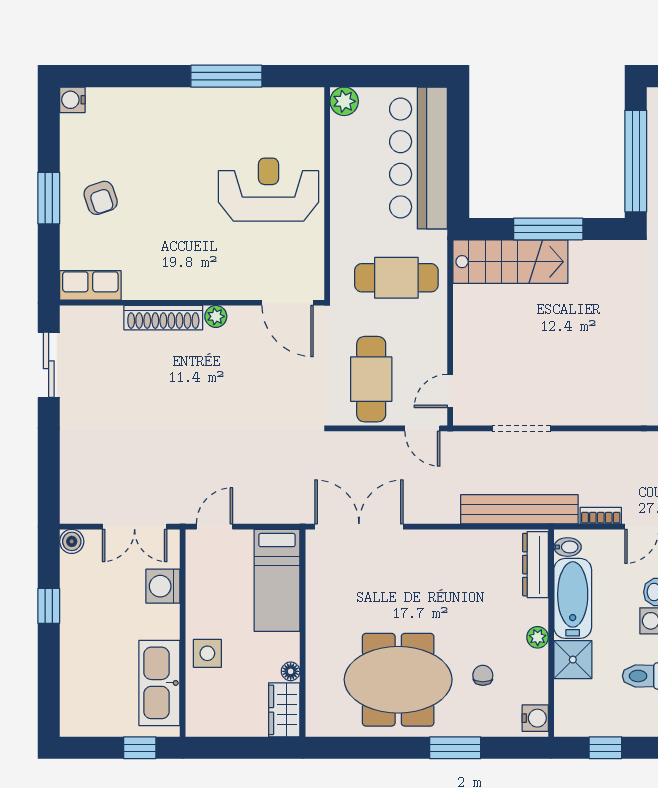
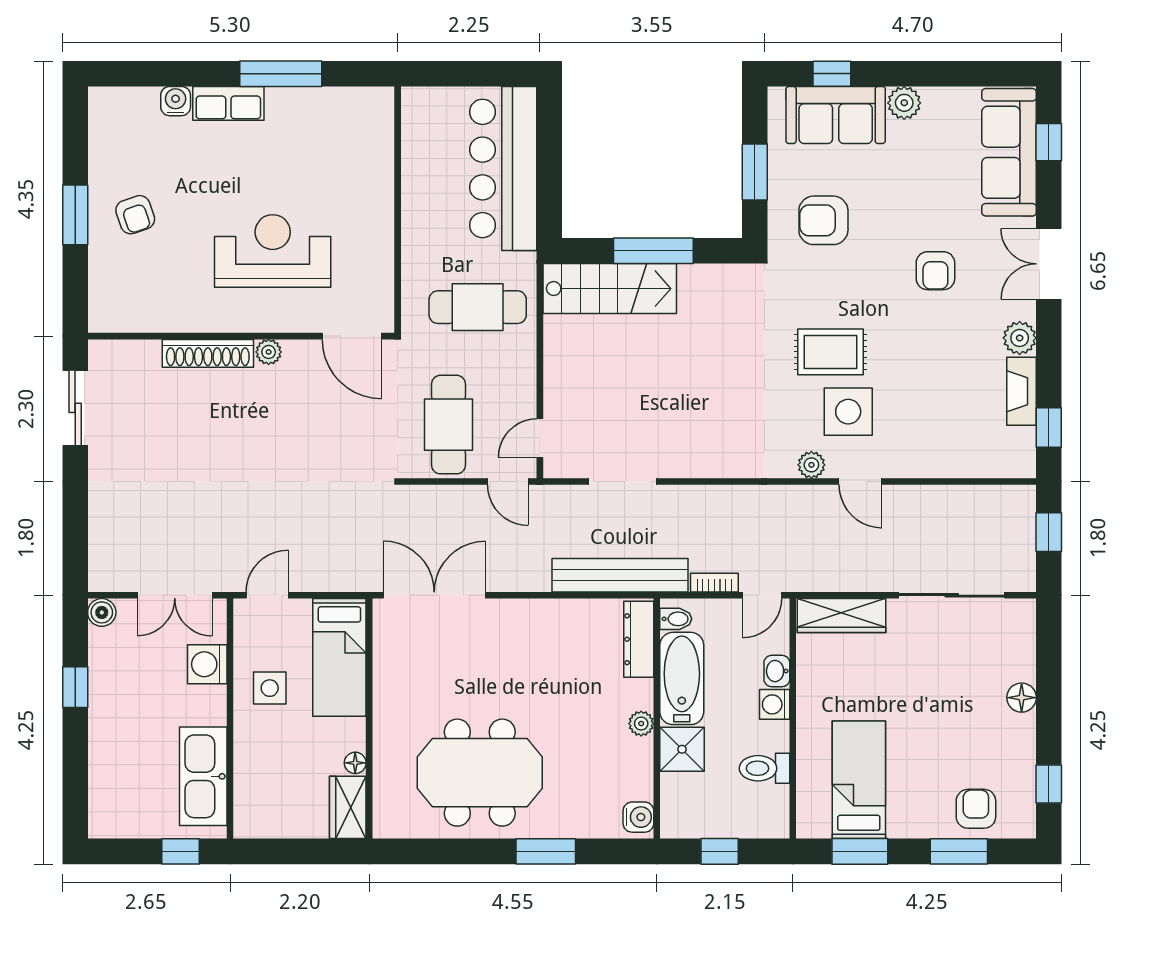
water cooler: (72, 100) -> (176, 101), moved, turned 90
plant: (344, 101) -> (417, 103), removed
window: (636, 161) -> (755, 172), width x0.47
reception desk: (269, 190) -> (273, 251), moved
row of seats: (90, 285) -> (228, 103), moved, turned 180
side table: (207, 653) -> (270, 688), moved
chair: (483, 675) -> (578, 768), removed

